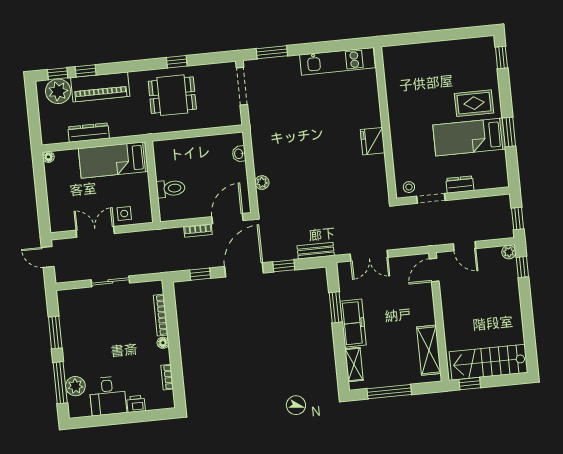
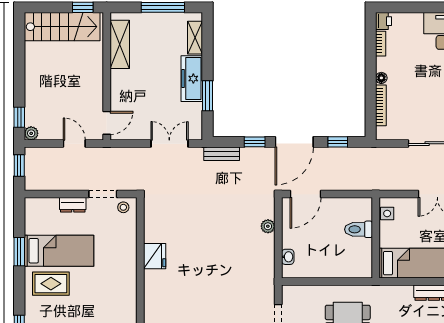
side table: (124, 214) -> (387, 214), moved
bookcase: (198, 230) -> (336, 185), removed
printer: (136, 404) -> (383, 21), moved, turned -90

